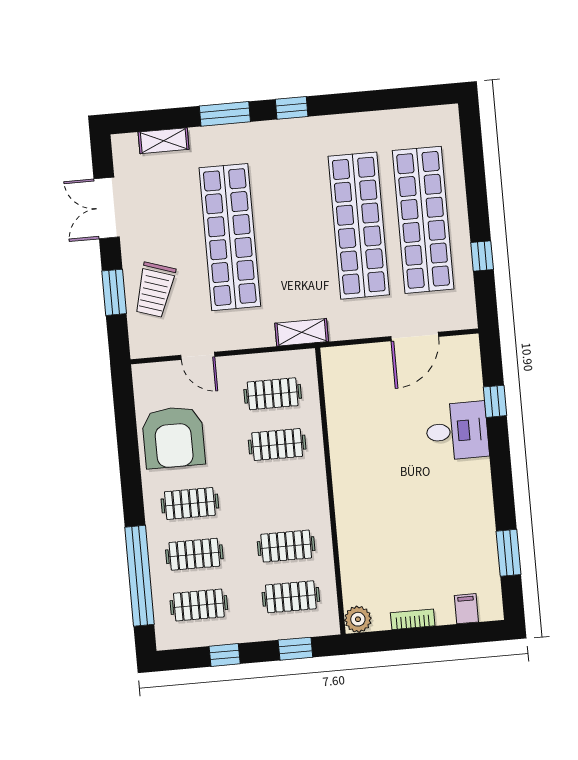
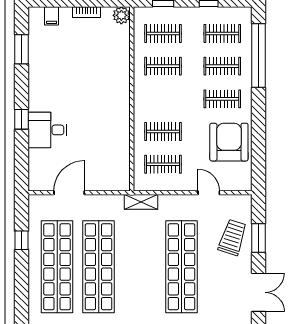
window: (495, 401) -> (21, 119), moved

